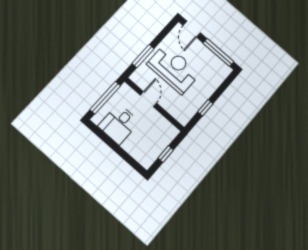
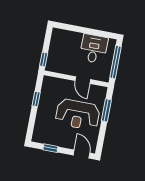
window: (218, 52) -> (50, 148), width x0.46
window: (166, 154) -> (44, 59), moved

